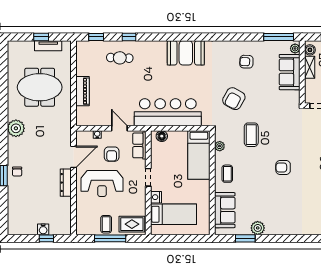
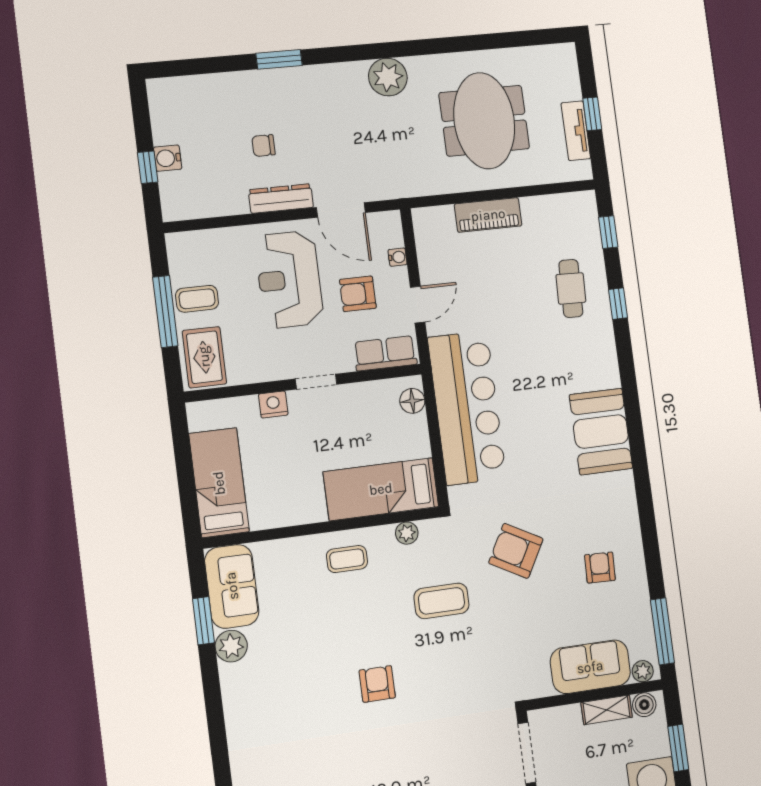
chair: (17, 172) -> (264, 146), moved
sofa: (225, 210) -> (232, 586), moved, turned -90
bed: (173, 214) -> (219, 483), moved, turned 180

